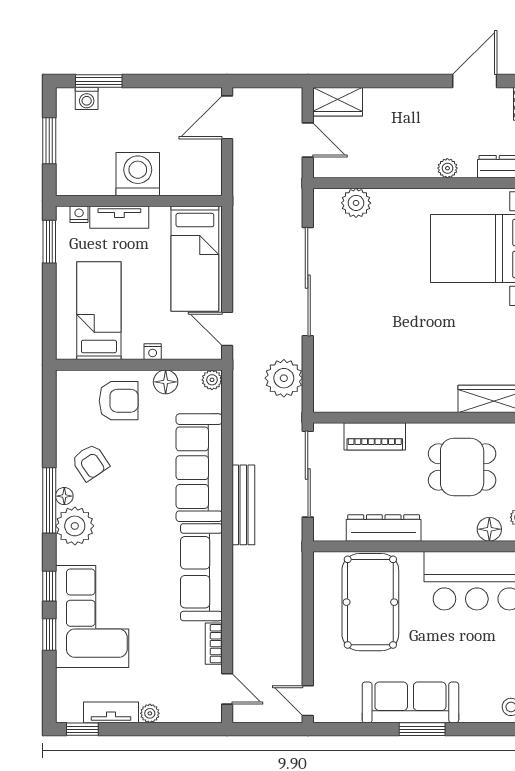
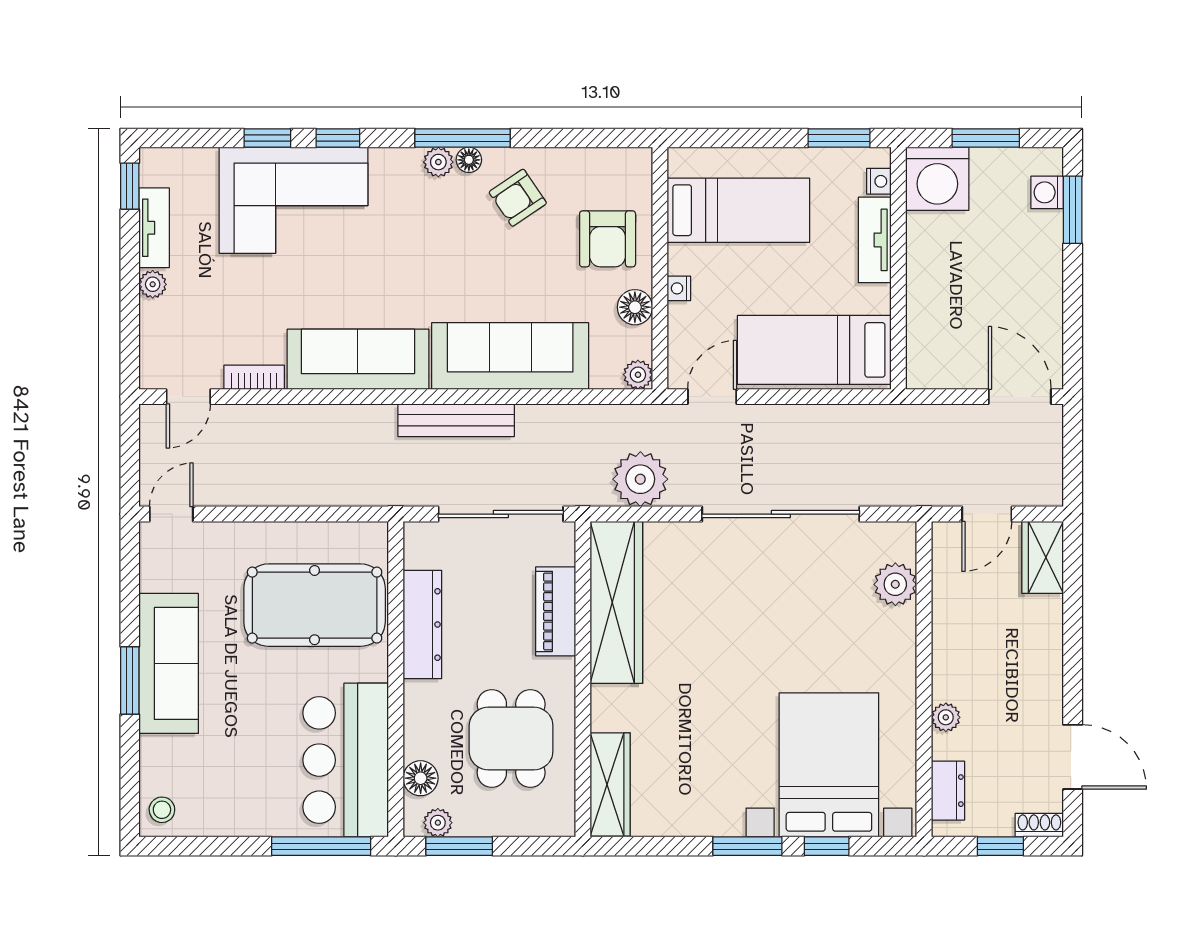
washing machine: (138, 174) -> (937, 179), moved, turned 90
wardrobe: (369, 395) -> (616, 602), added
plant: (75, 526) -> (438, 162), width x0.53, depth x0.53

